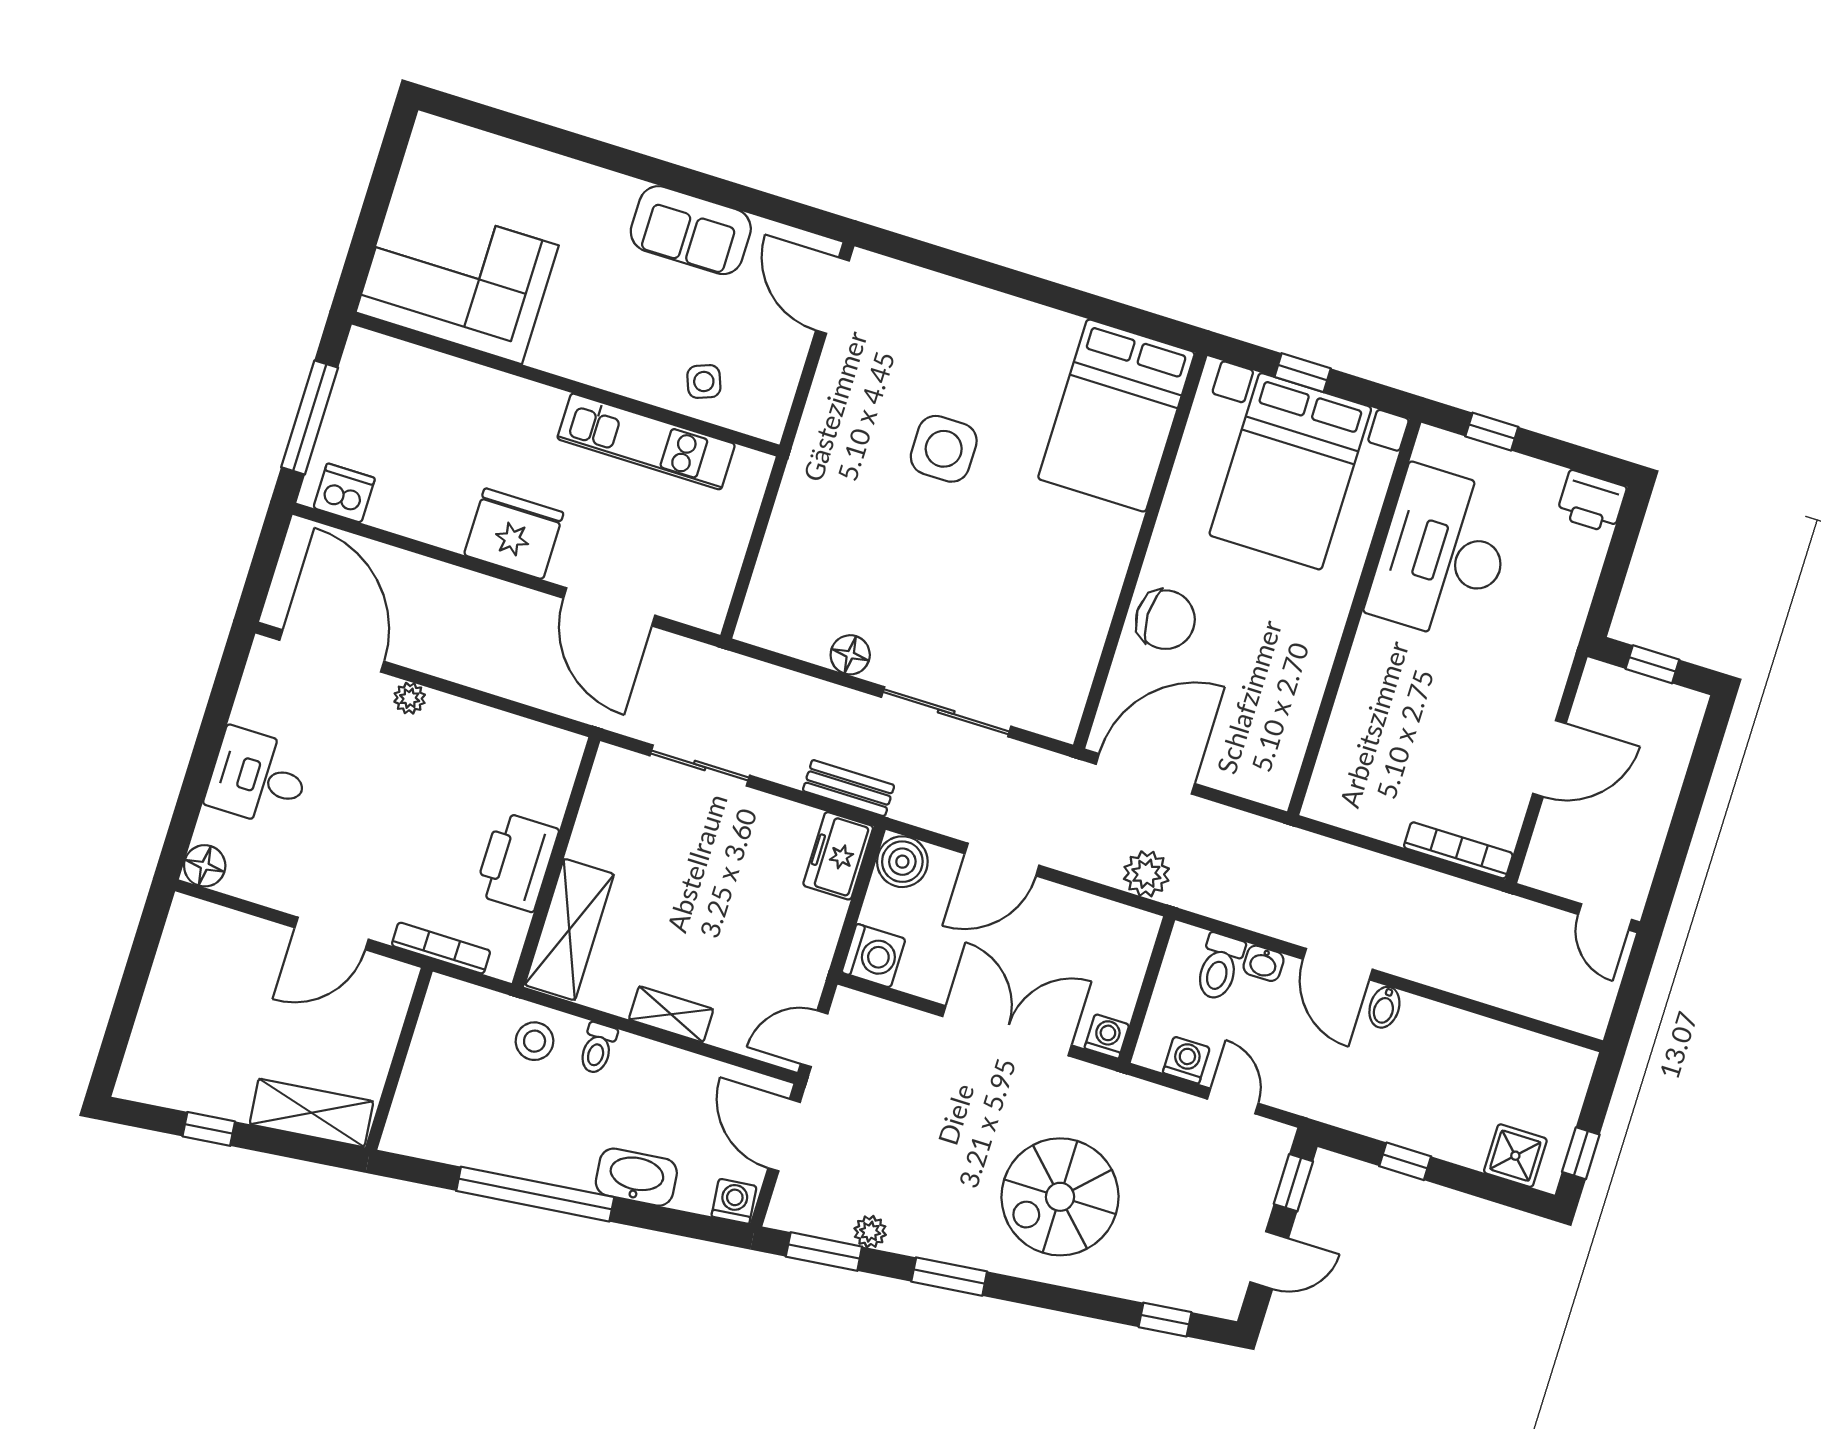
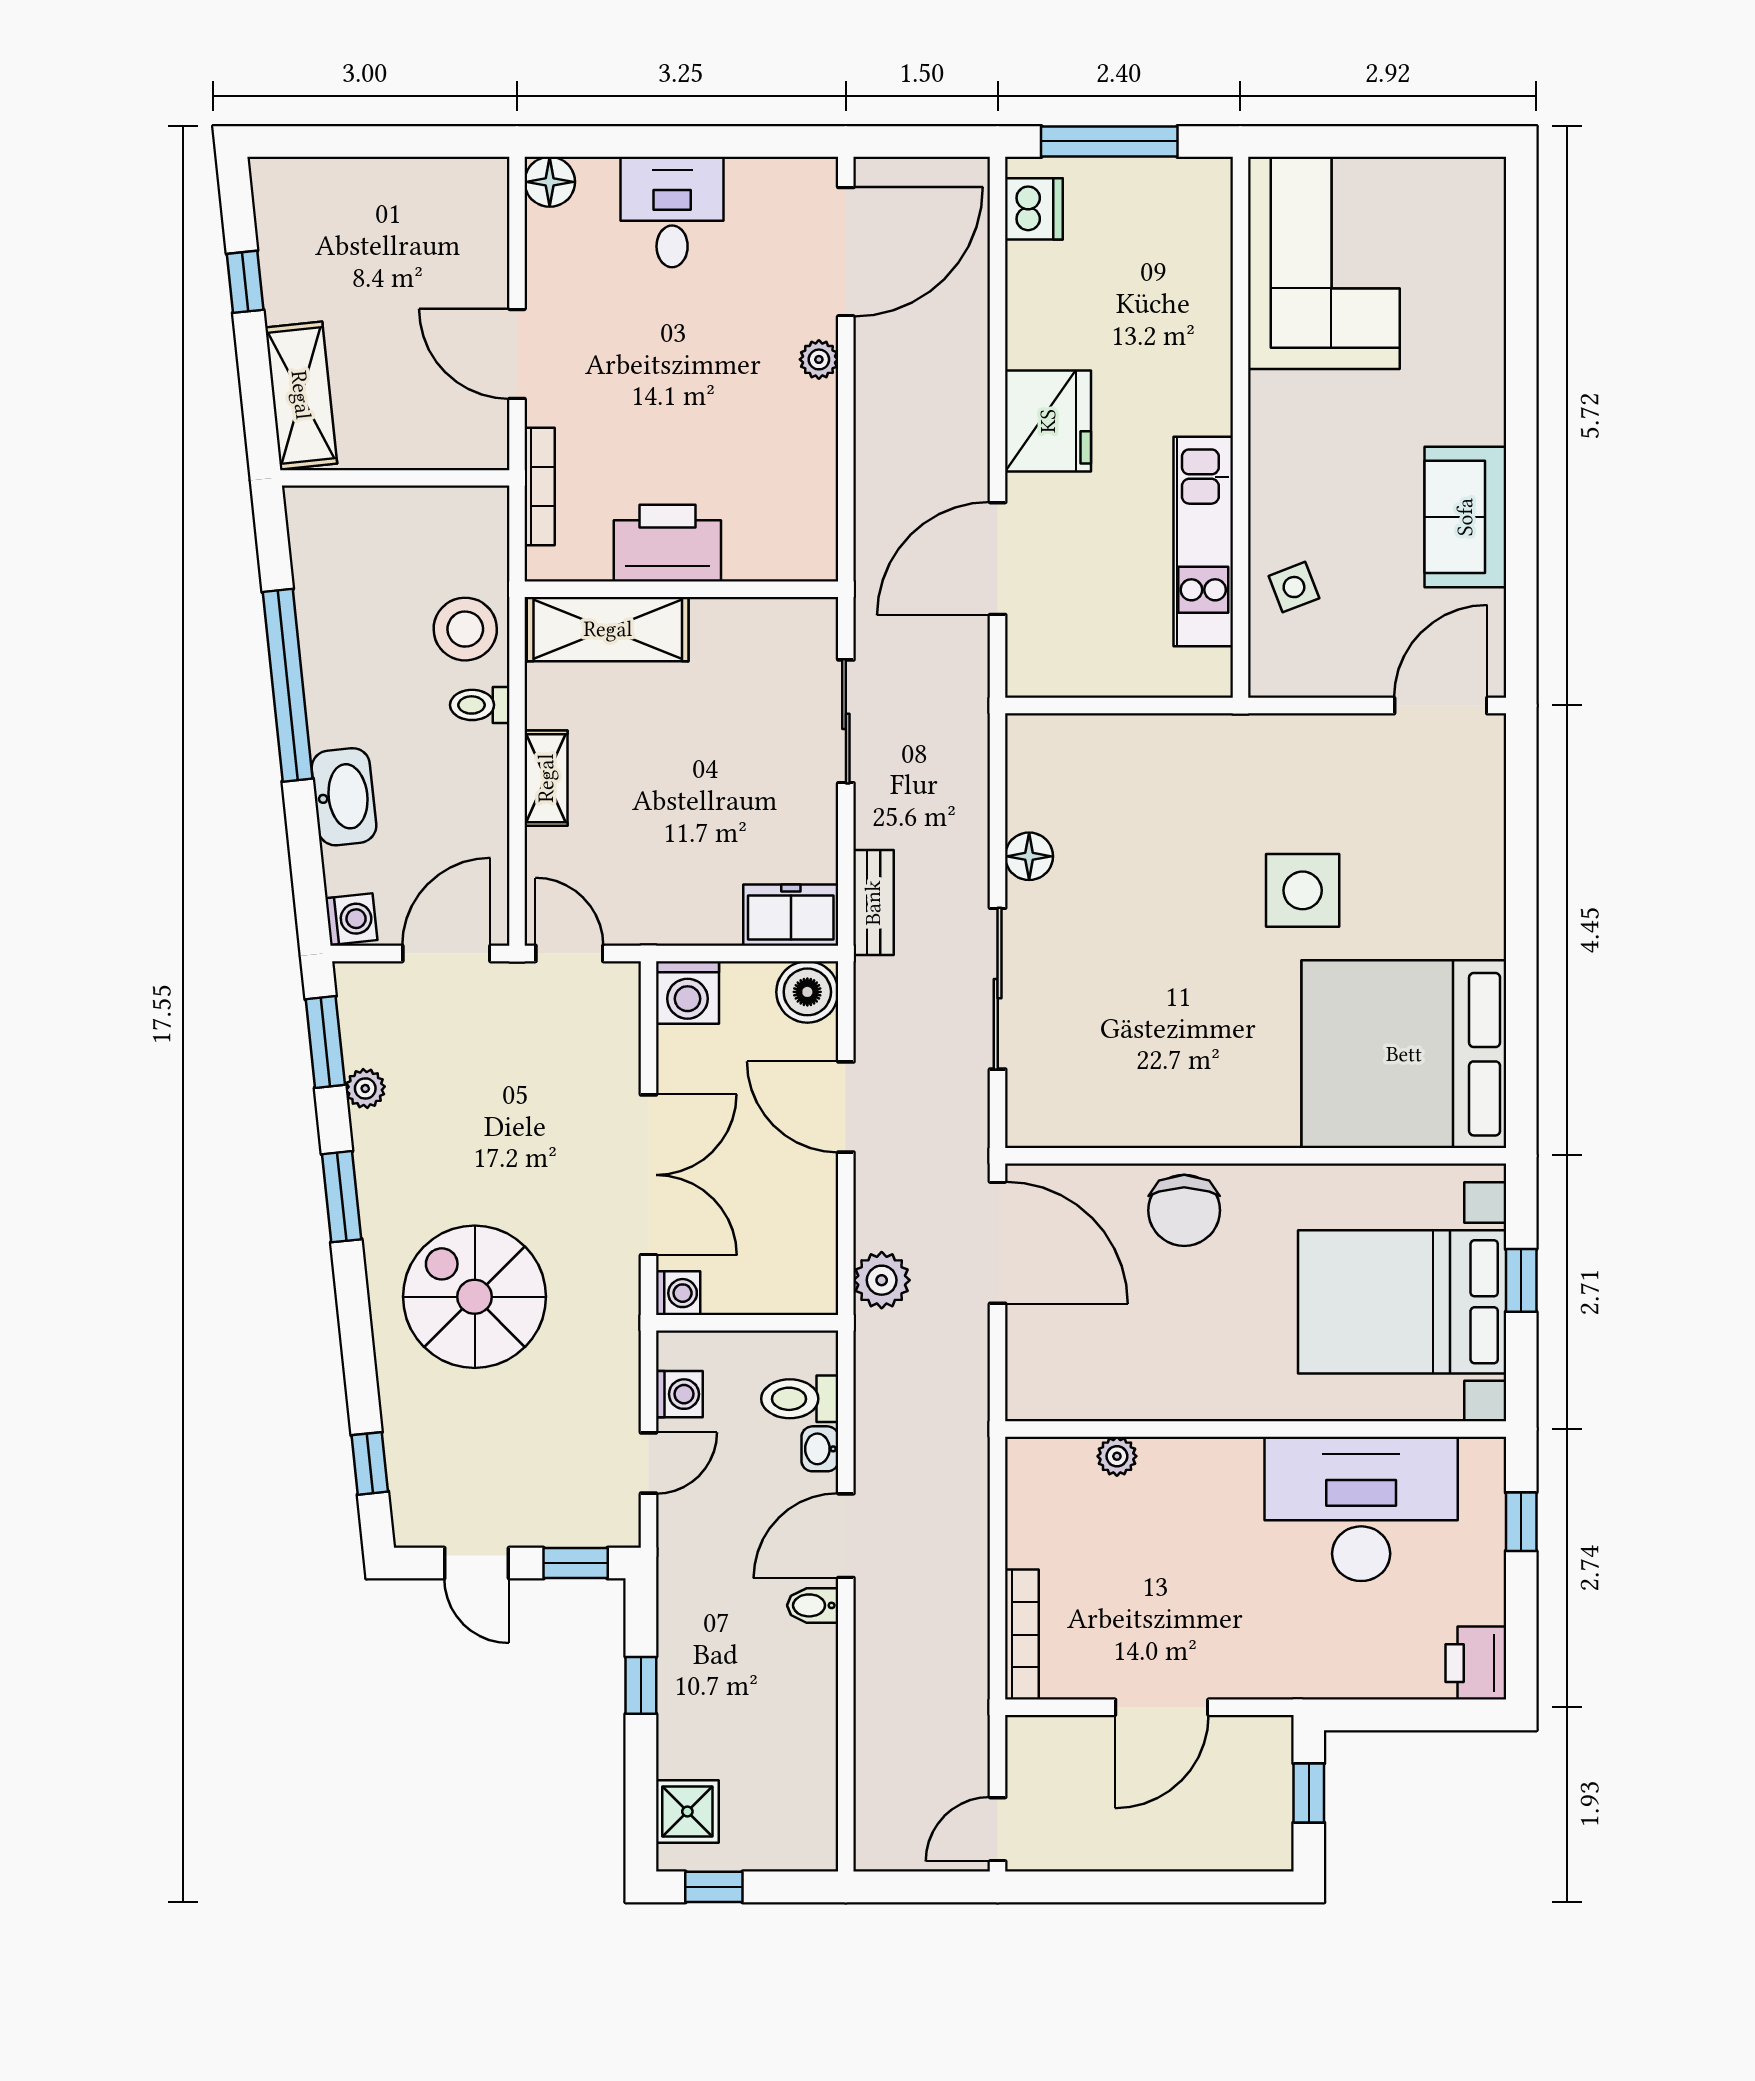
bed: (1116, 416) -> (1404, 1054), width x1.36
plant: (1342, 732) -> (1117, 1456), added
door: (1549, 759) -> (1162, 1707), hinge flipped
stool: (535, 1041) -> (465, 629), width x1.38, depth x1.38

